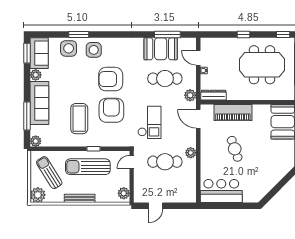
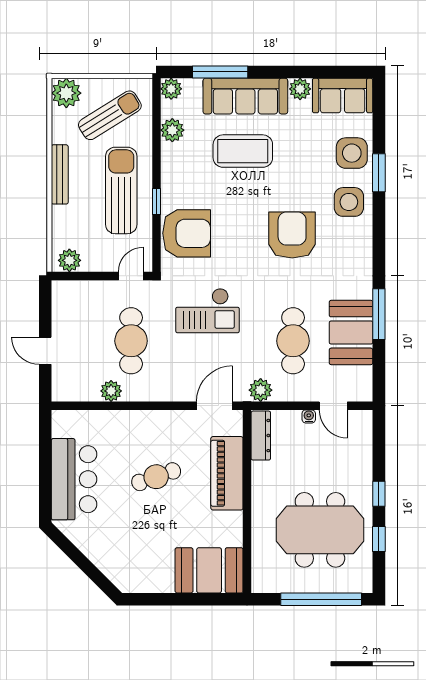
window: (167, 35) -> (379, 314), moved
window: (283, 35) -> (379, 539), moved
window: (27, 53) -> (343, 72), removed
door: (198, 58) -> (333, 406), swing flipped
meeting table: (262, 65) -> (320, 530), turned 90
armchair: (111, 110) -> (187, 233), moved
coffee table: (79, 119) -> (243, 151), moved
plant: (57, 141) -> (172, 130), added
plant: (191, 153) -> (111, 391), moved
door: (132, 162) -> (131, 276), hinge flipped
bar counter: (221, 191) -> (74, 479), moved
door: (156, 206) -> (45, 351), moved

